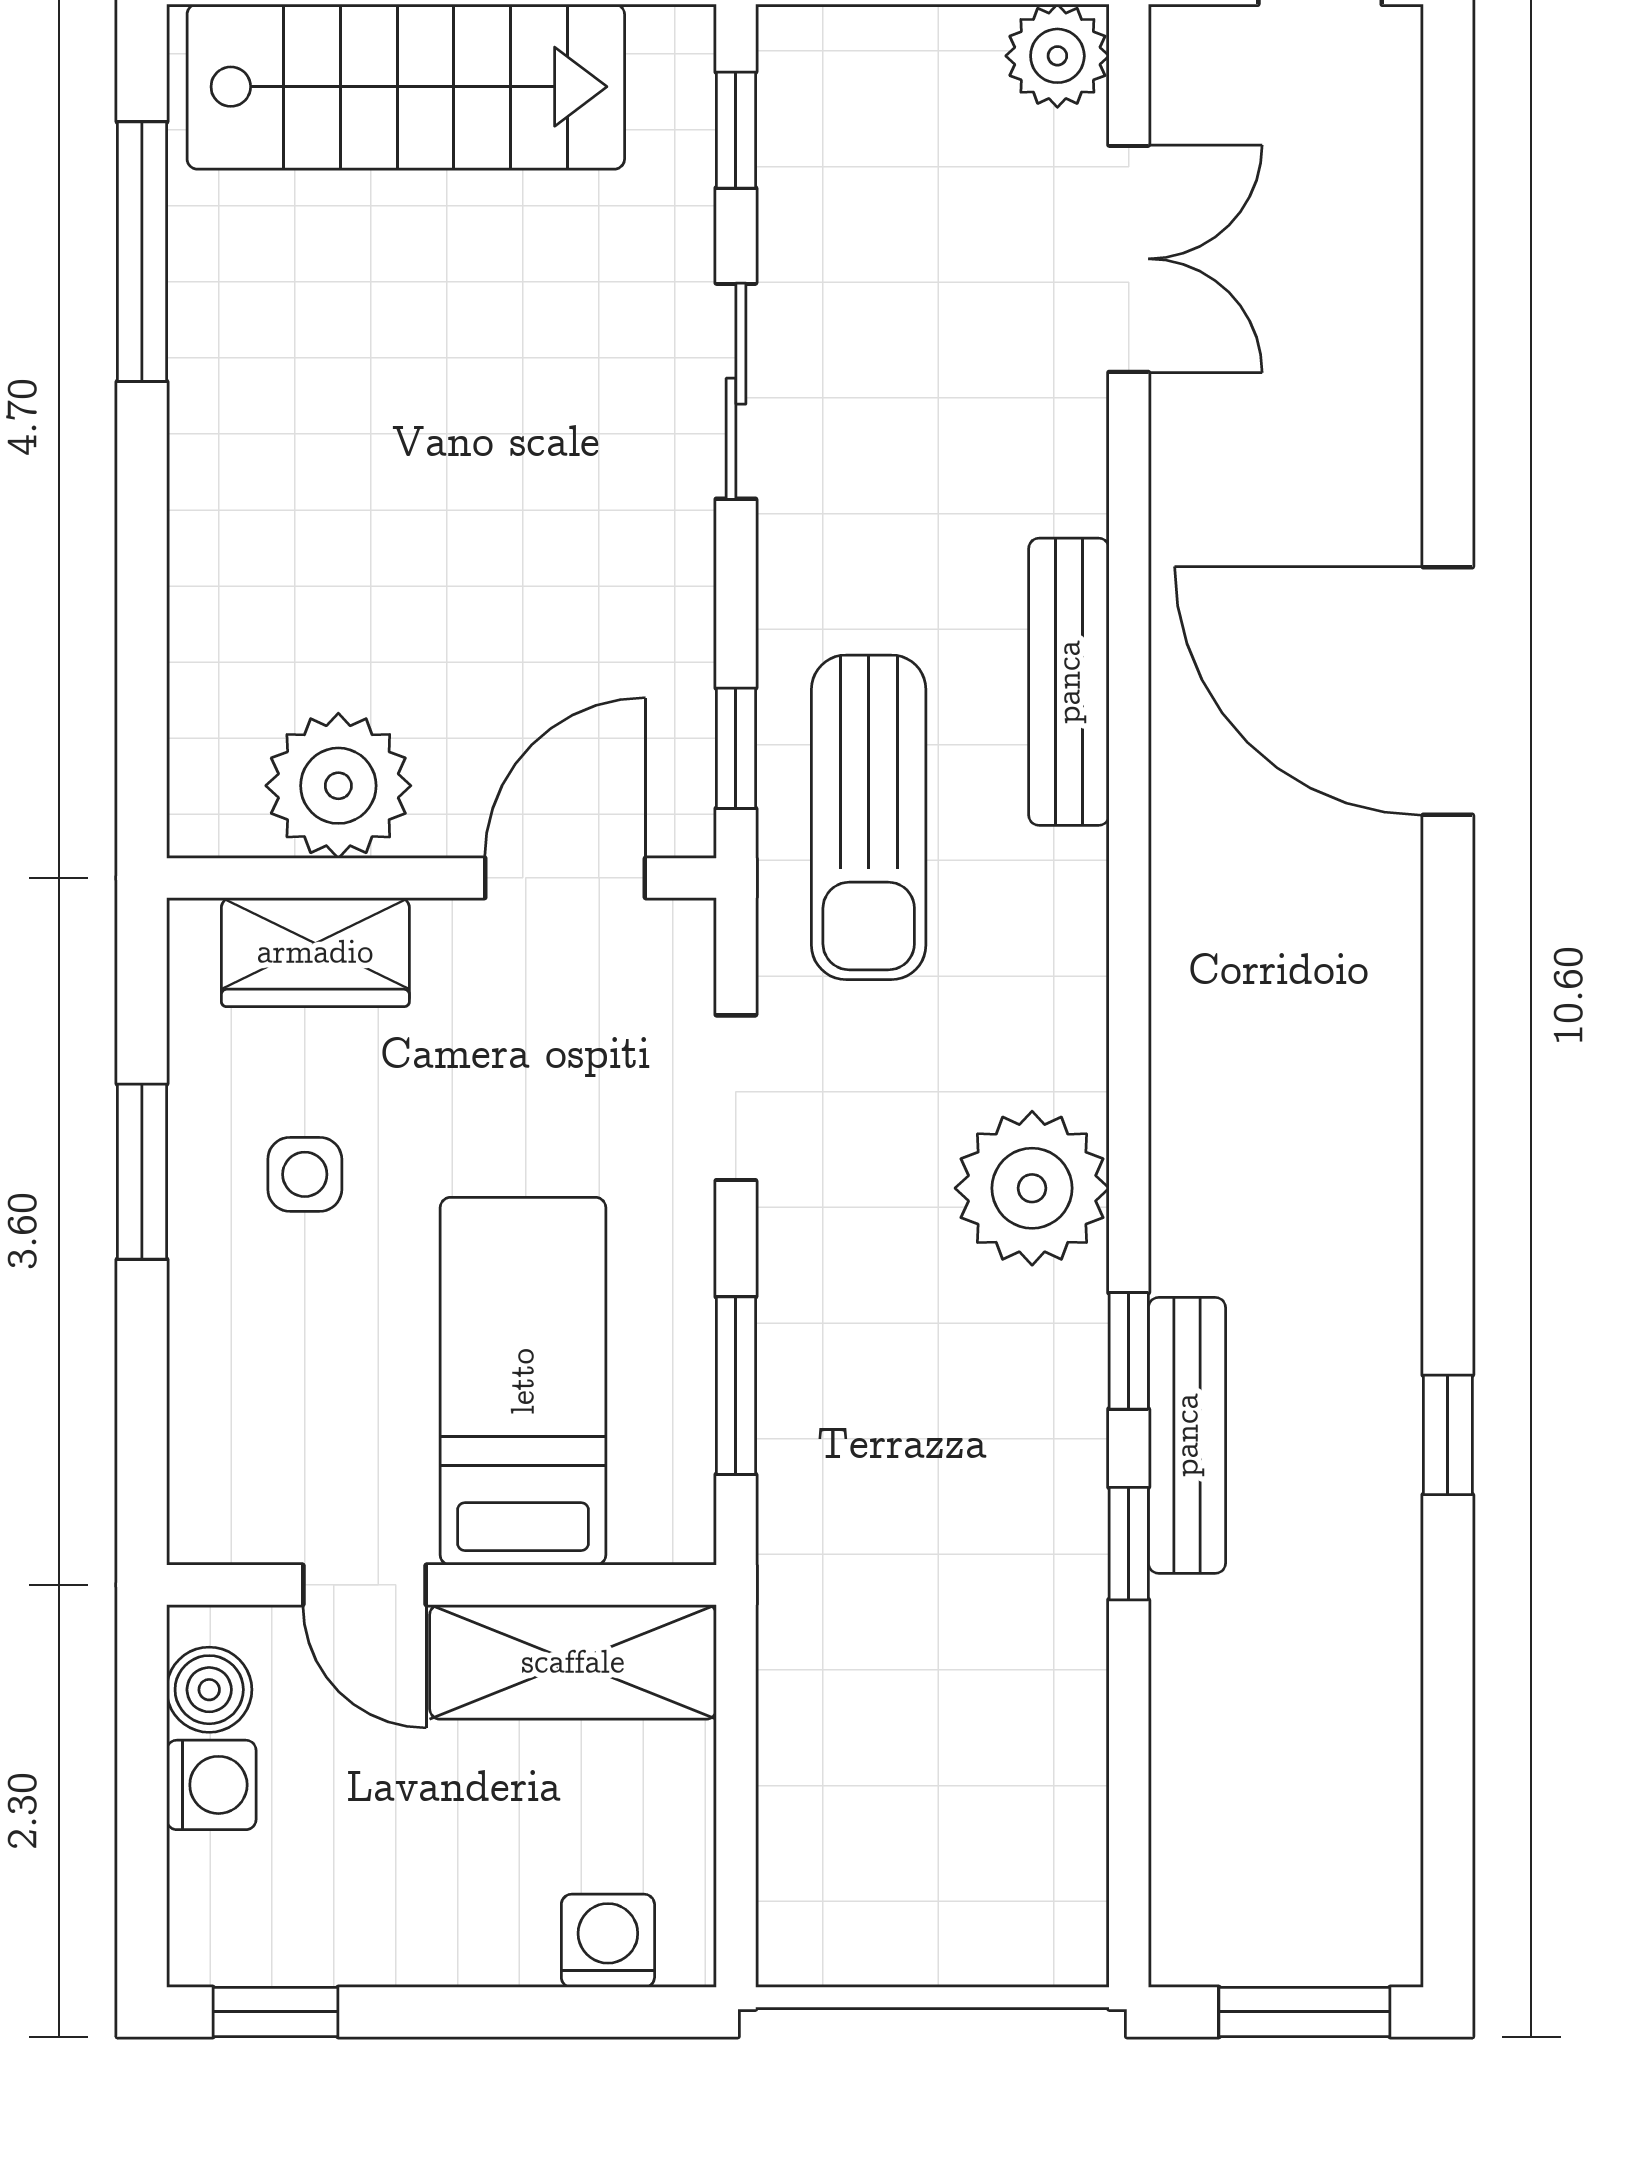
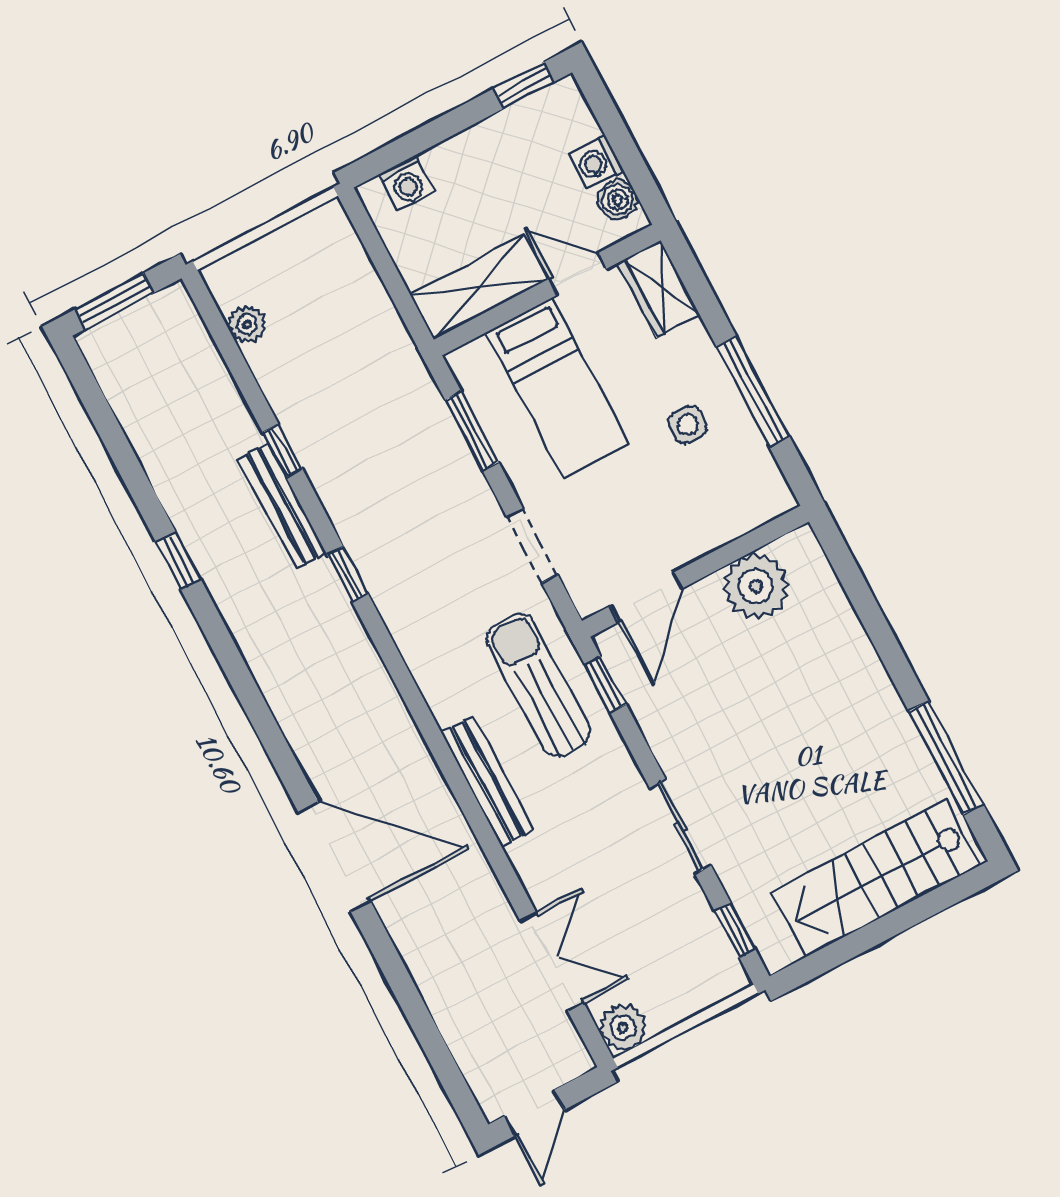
double door: (1129, 259) -> (552, 962), swing flipped
wardrobe: (315, 952) -> (659, 289), moved, turned -90
window: (142, 1172) -> (753, 392), width x1.44
plant: (1032, 1188) -> (247, 324), moved, width x0.53, depth x0.53
window: (1129, 1351) -> (347, 574), moved

